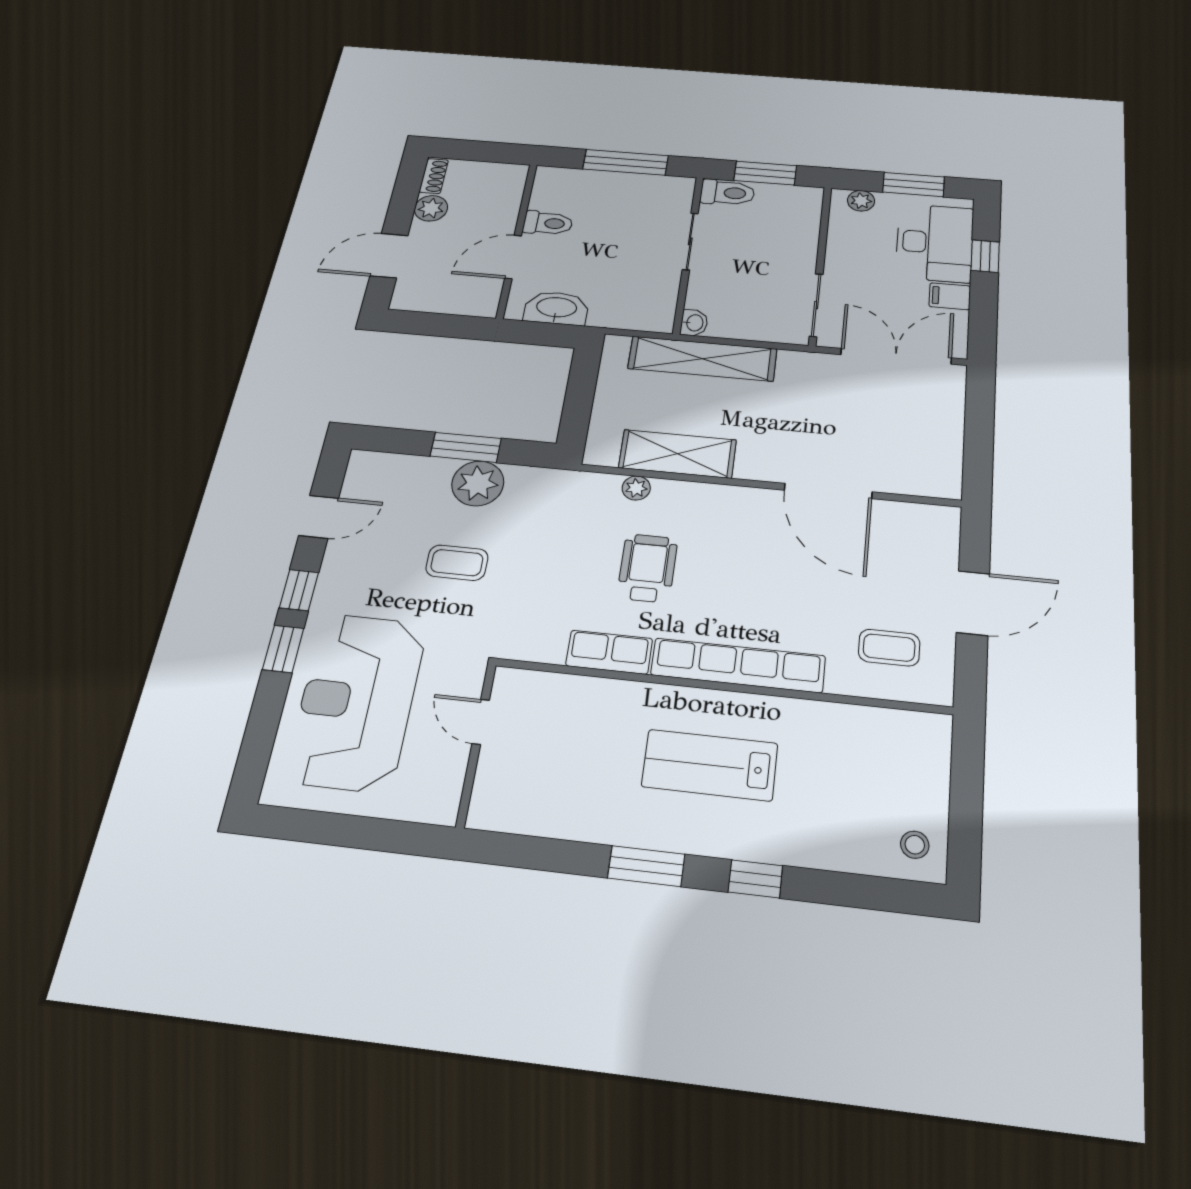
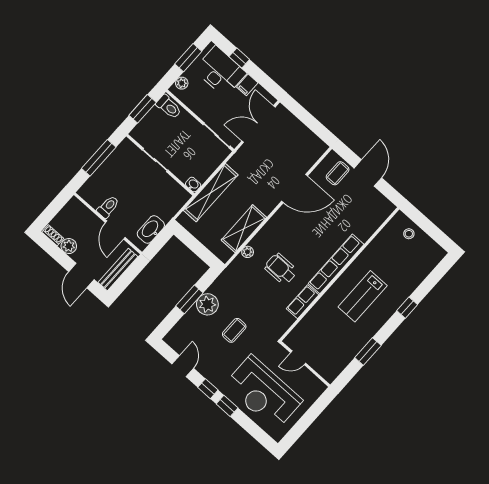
toilet: (728, 193) -> (169, 107), moved, turned 90
bench: (441, 302) -> (118, 269), added
coffee table: (889, 648) -> (338, 173), moved
stool: (915, 845) -> (409, 234), moved
window: (646, 866) -> (368, 351), moved

